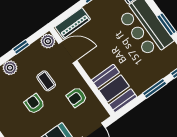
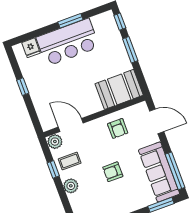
piano: (73, 23) -> (44, 112), removed
door: (68, 52) -> (71, 125), hinge flipped
coffee table: (46, 81) -> (70, 161), moved

